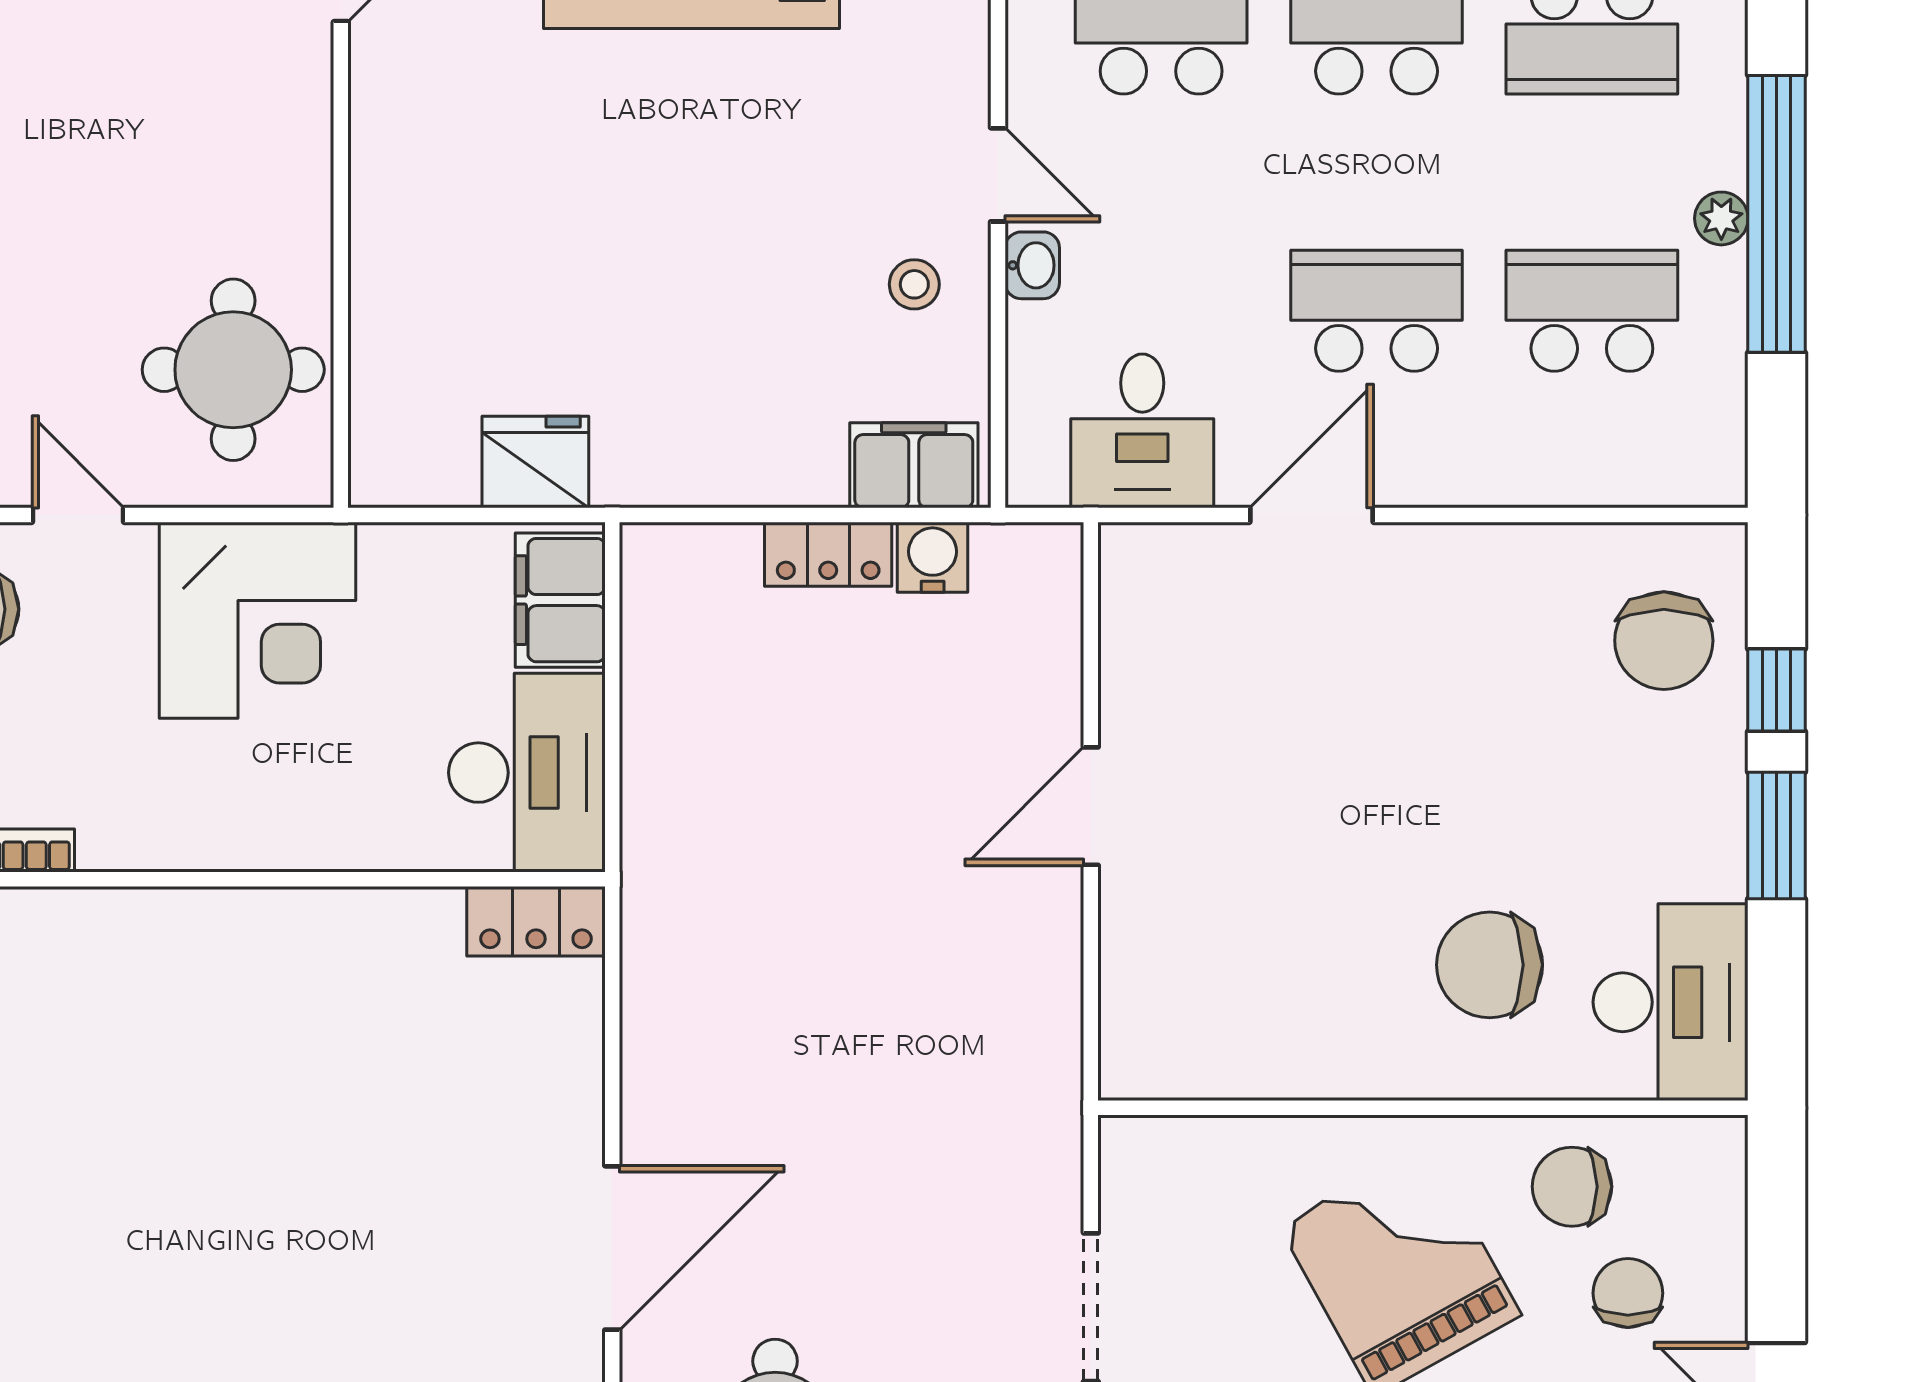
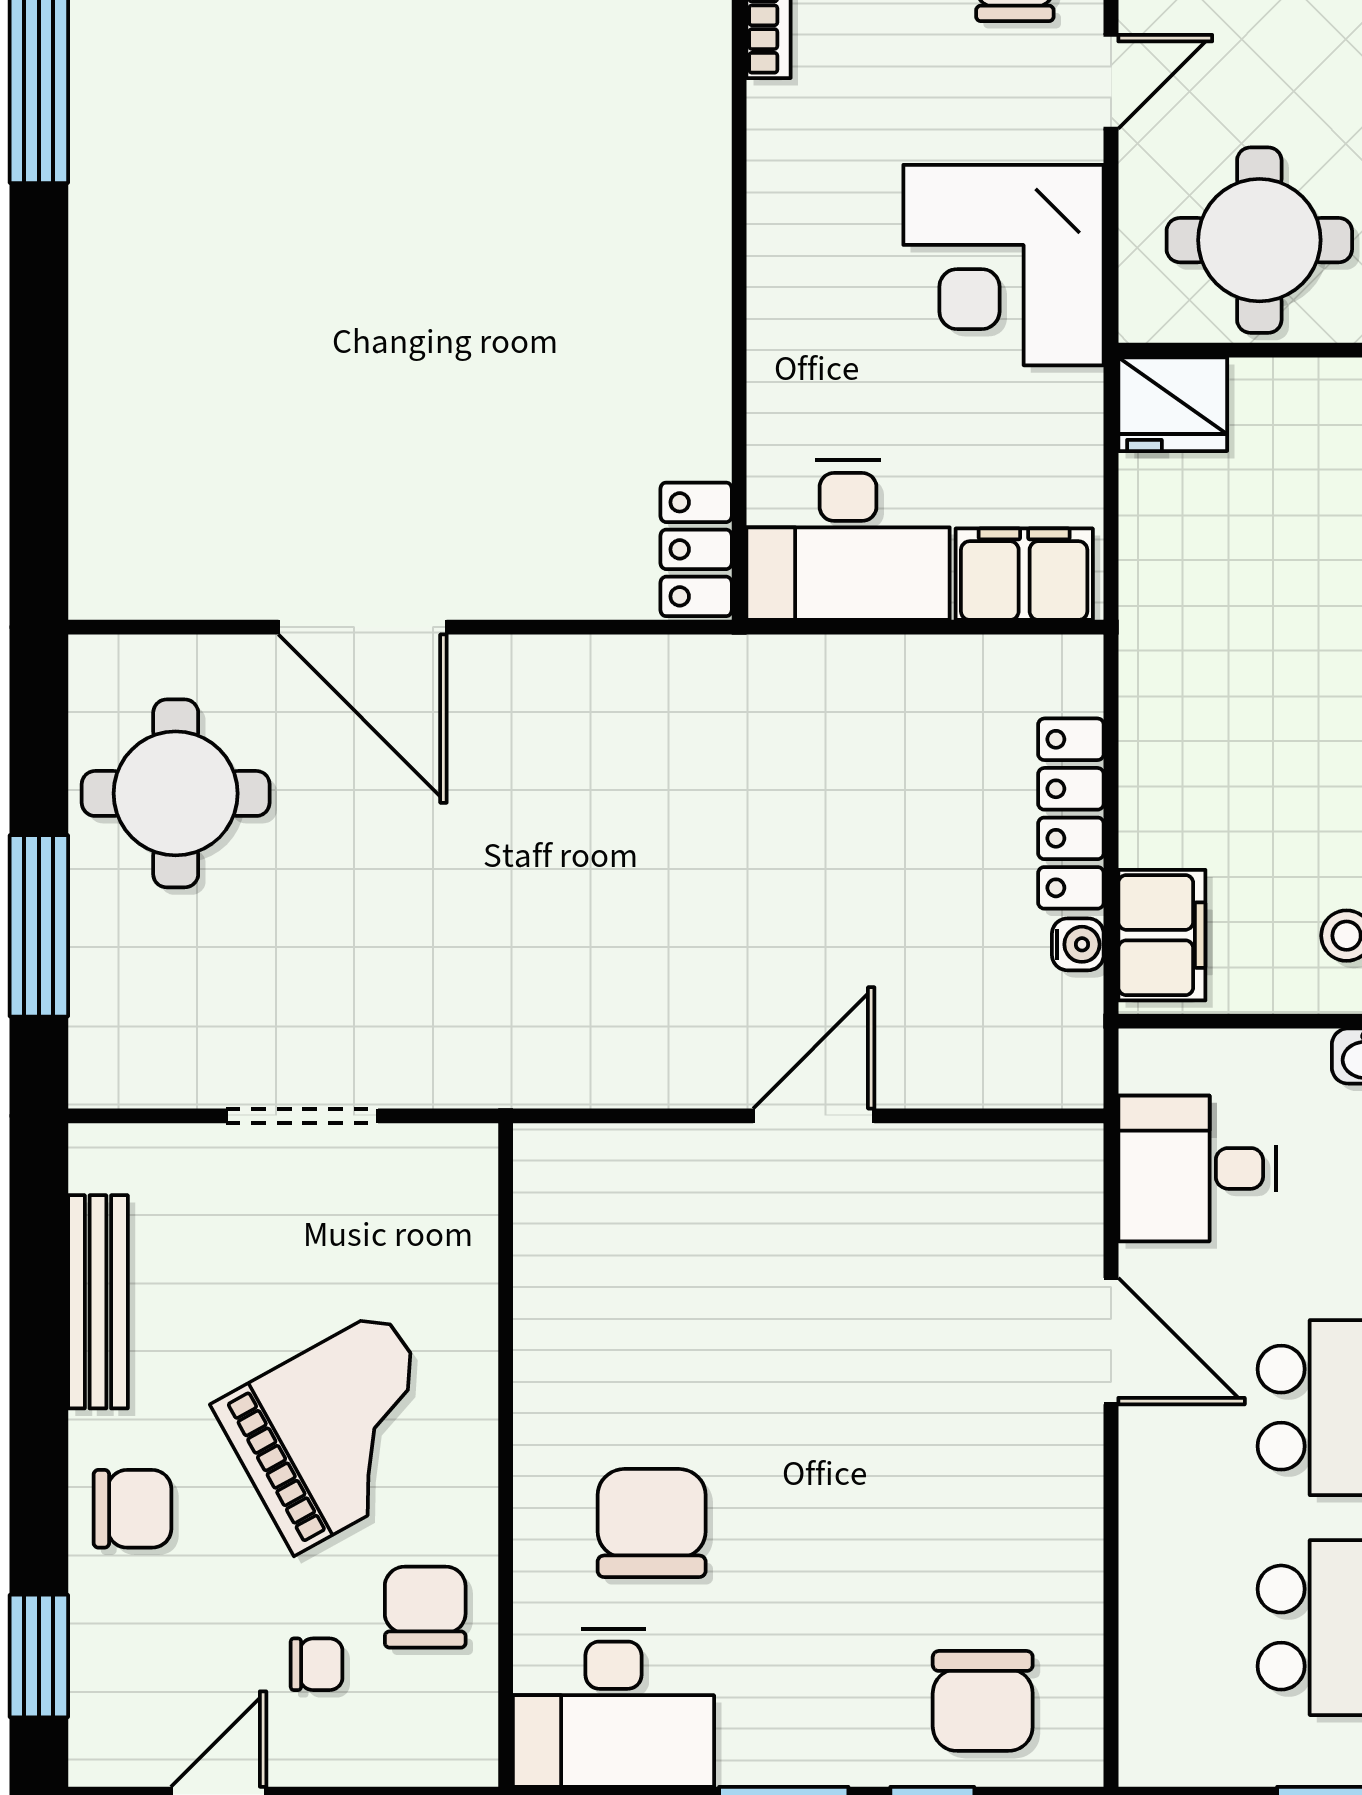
fridge: (535, 462) -> (1173, 404), moved, turned 90
locker: (828, 554) -> (1071, 814), width x1.53
water cooler: (933, 557) -> (1078, 944), width x0.72, depth x0.72
chair: (1664, 641) -> (983, 1701), turned -90
door: (1091, 806) -> (814, 1116), hinge flipped
chair: (1628, 1293) -> (317, 1664), width x0.73, depth x0.73

